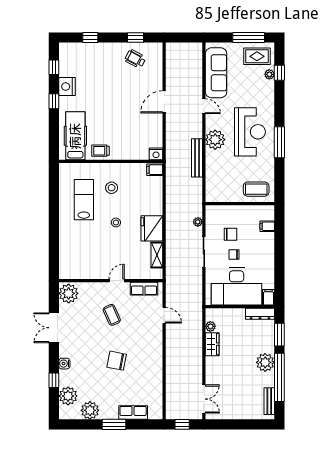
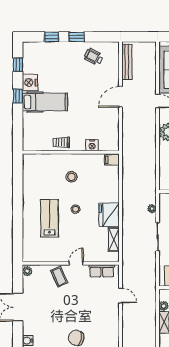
window: (135, 38) -> (77, 37), moved
hospital bed: (75, 136) -> (45, 102), moved, turned 90
nightstand: (156, 154) -> (92, 145), moved
bench: (197, 158) -> (127, 62), moved
lab bench: (84, 200) -> (49, 218), moved
plant: (69, 293) -> (27, 271), width x0.53, depth x0.53
coffee table: (112, 315) -> (59, 277), moved

